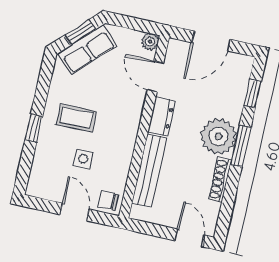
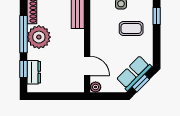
door: (211, 41) -> (57, 96), removed
dresser: (162, 116) -> (34, 72), moved, turned 180
window: (241, 146) -> (24, 34), width x1.44

